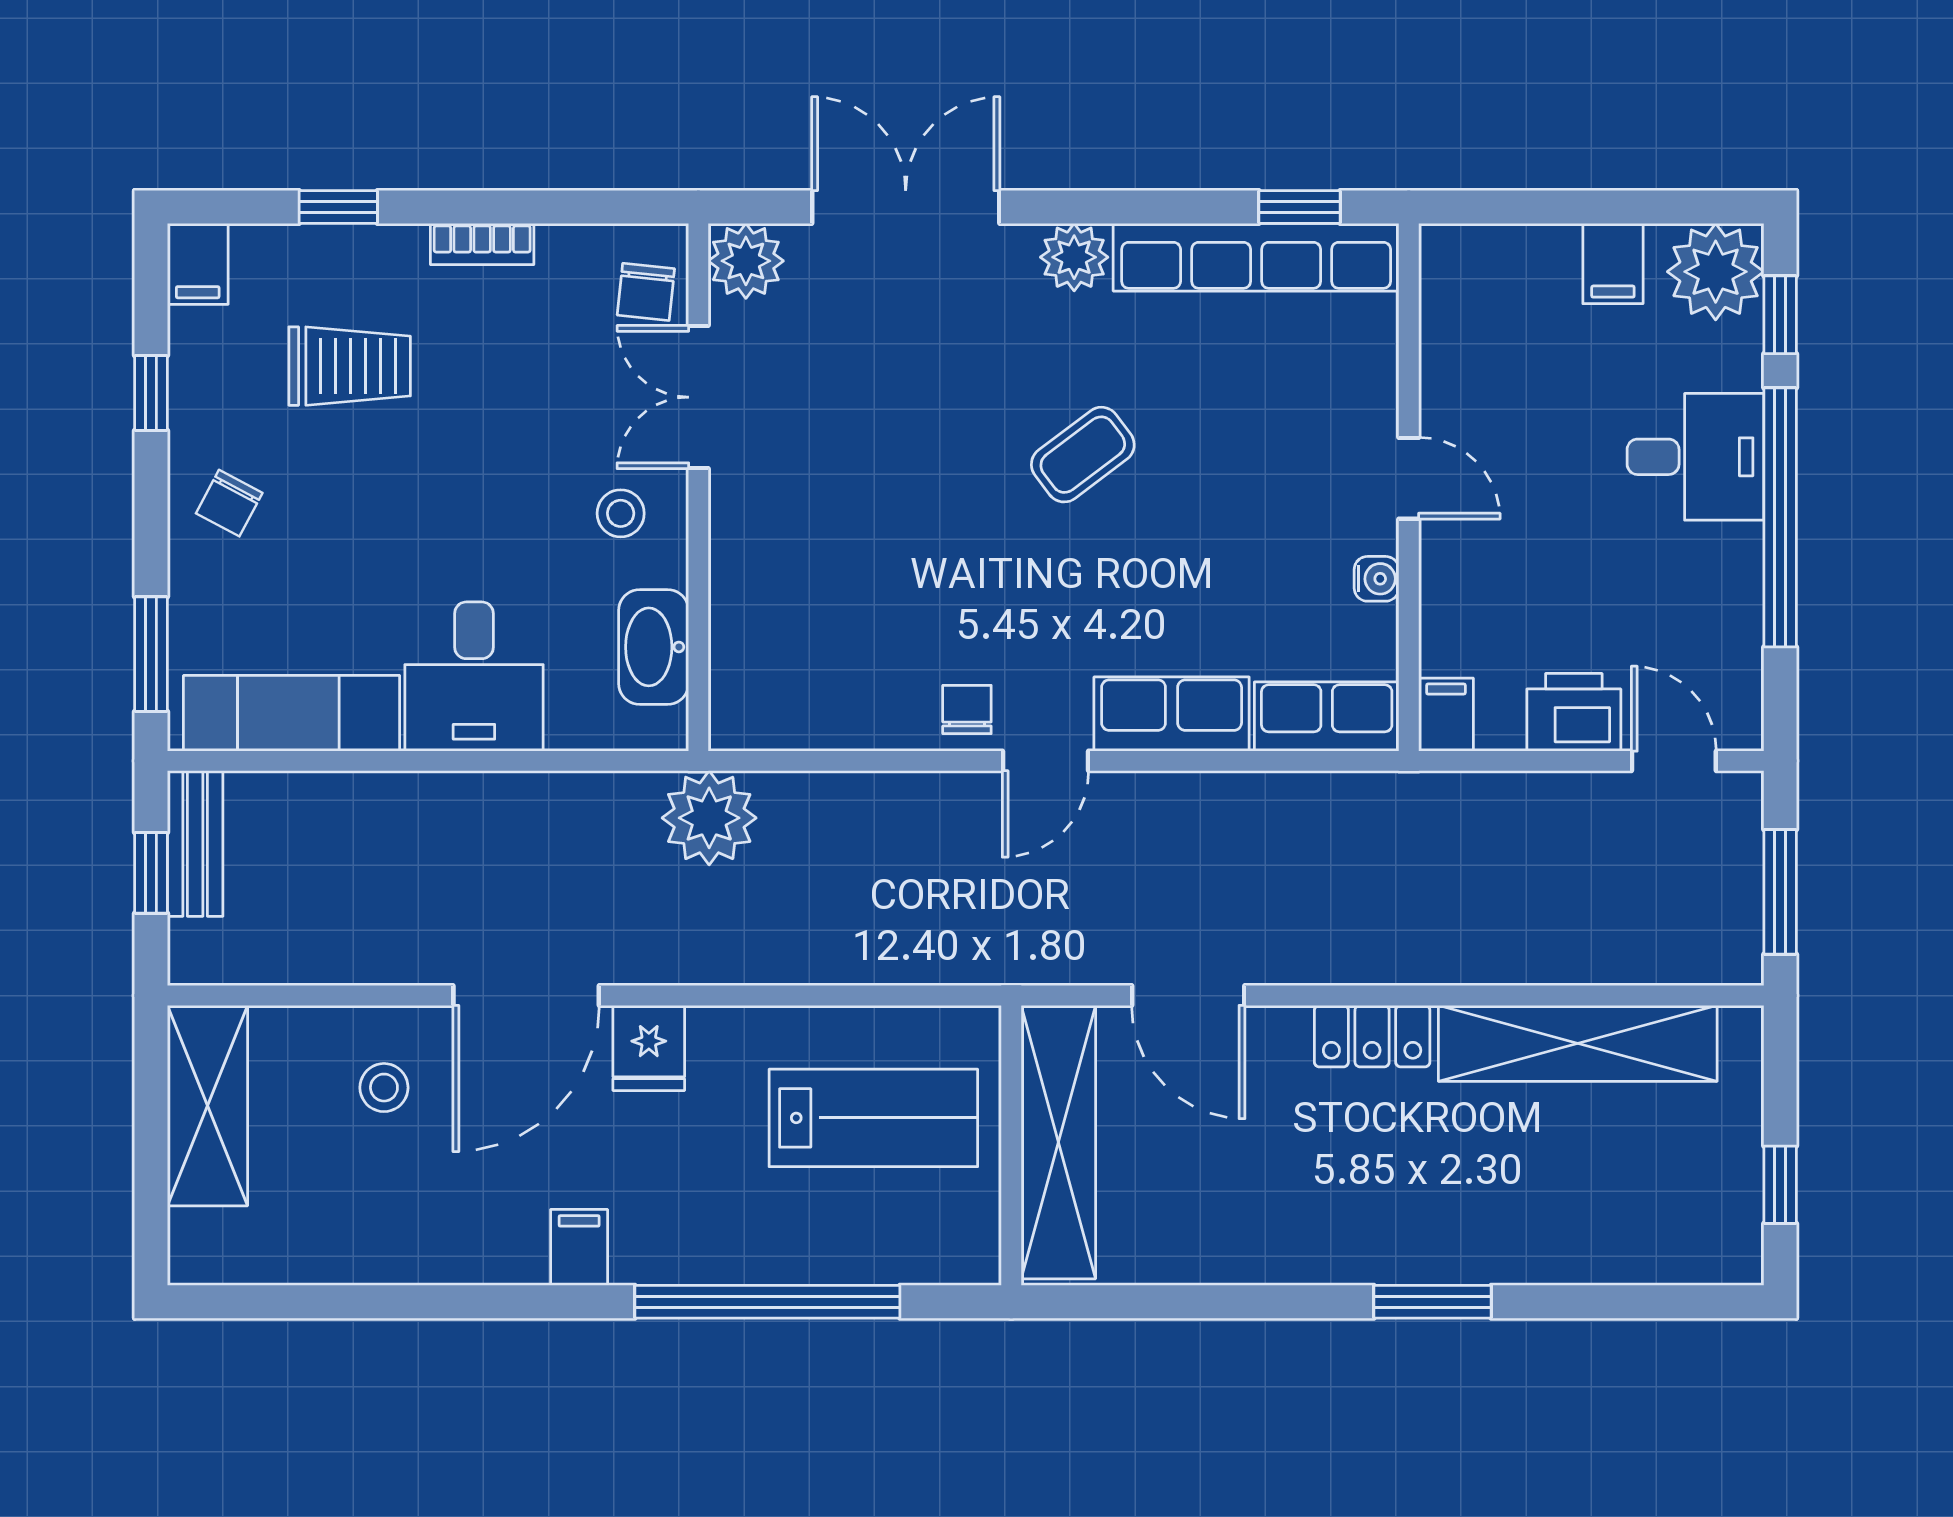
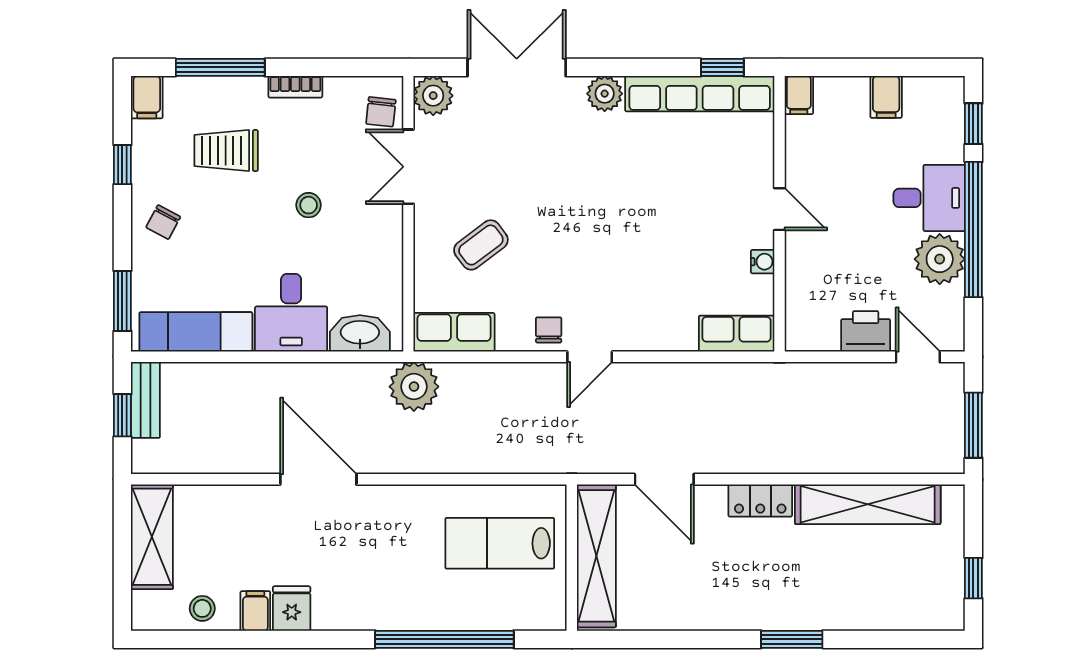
window: (338, 207) -> (220, 67), width x2.17
plant: (1716, 272) -> (940, 259), moved
trolley: (350, 366) -> (226, 151), turned 180
coffee table: (1083, 455) -> (481, 245), moved
stool: (621, 513) -> (309, 205), moved
washbasin: (654, 647) -> (360, 333), moved, turned 90
row of seats: (1172, 714) -> (454, 332), moved
filing cabinet: (1446, 715) -> (799, 95), moved, turned 180
door: (526, 996) -> (318, 479), swing flipped
fridge: (649, 1048) -> (292, 609), moved, turned 180
stool: (384, 1088) -> (202, 608), moved
lab bench: (873, 1118) -> (500, 543), turned 180
filing cabinet: (579, 1247) -> (255, 611), moved

